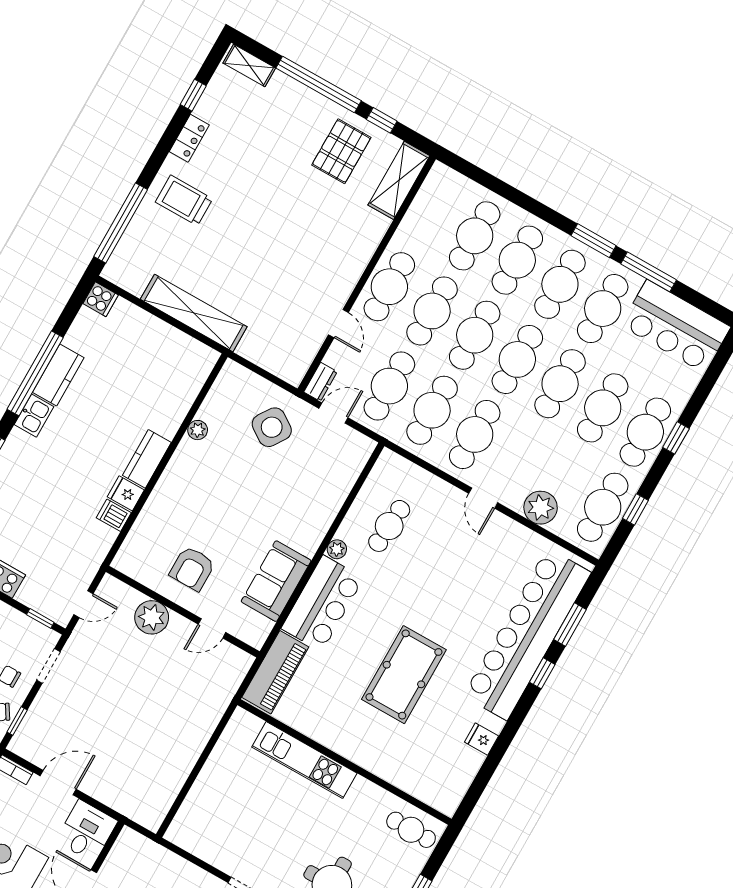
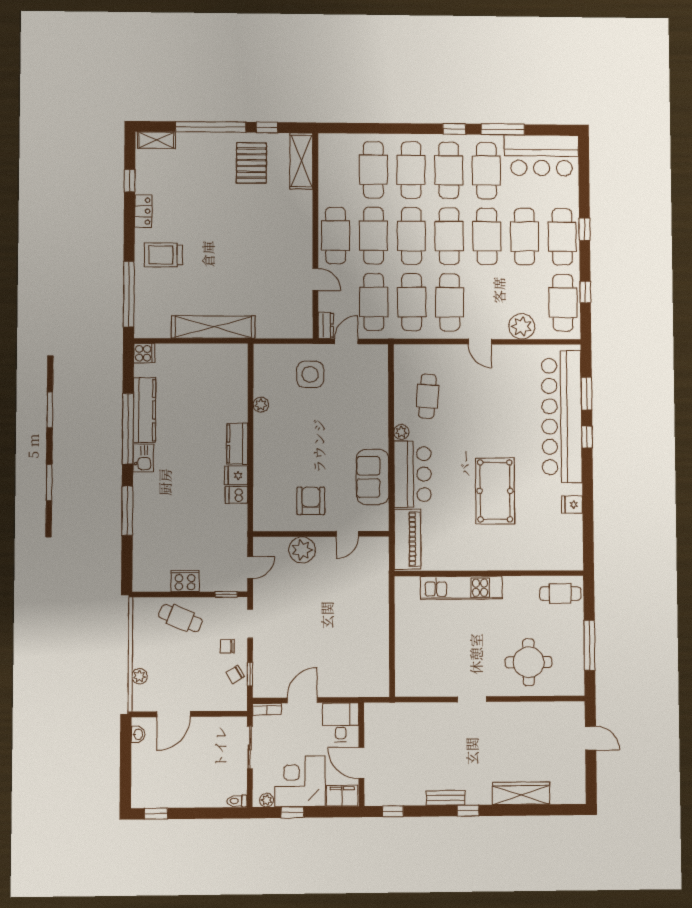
window: (594, 241) -> (454, 129), width x0.67
kitchen counter: (58, 375) -> (144, 410), width x1.50
side table: (272, 427) -> (310, 374), turned -34
armchair: (192, 569) -> (311, 501), turned 180

